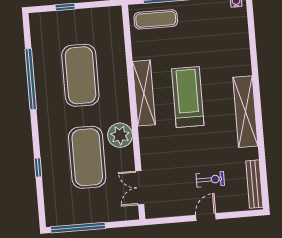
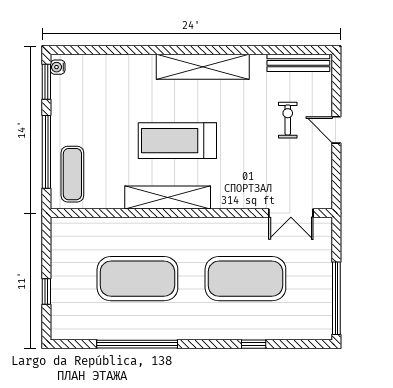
plant: (120, 135) -> (220, 233), removed

